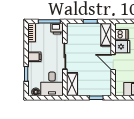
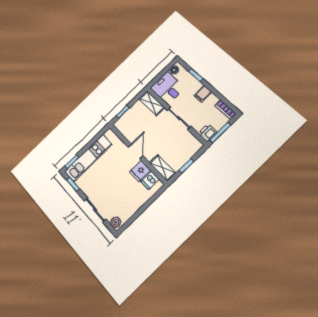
door: (113, 62) -> (136, 152), hinge flipped

